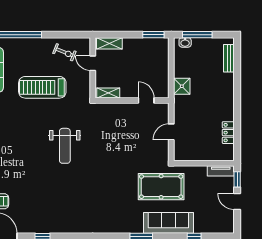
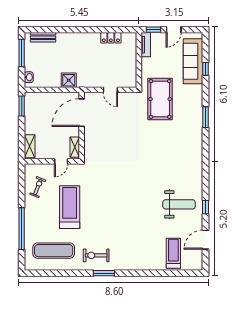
window: (197, 35) -> (22, 53), moved
door: (93, 63) -> (61, 161), moved
treadmill: (42, 87) -> (70, 207), turned 180
door: (146, 100) -> (82, 113), width x1.88
weight bench: (65, 146) -> (179, 204), moved
sofa: (168, 223) -> (193, 61), moved

